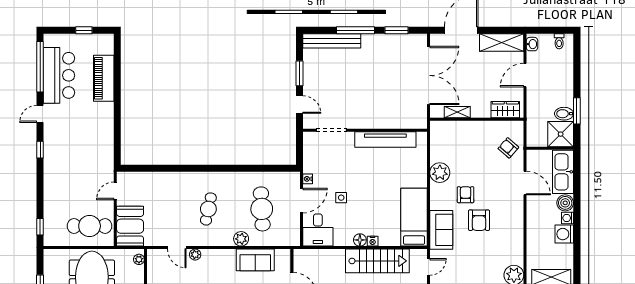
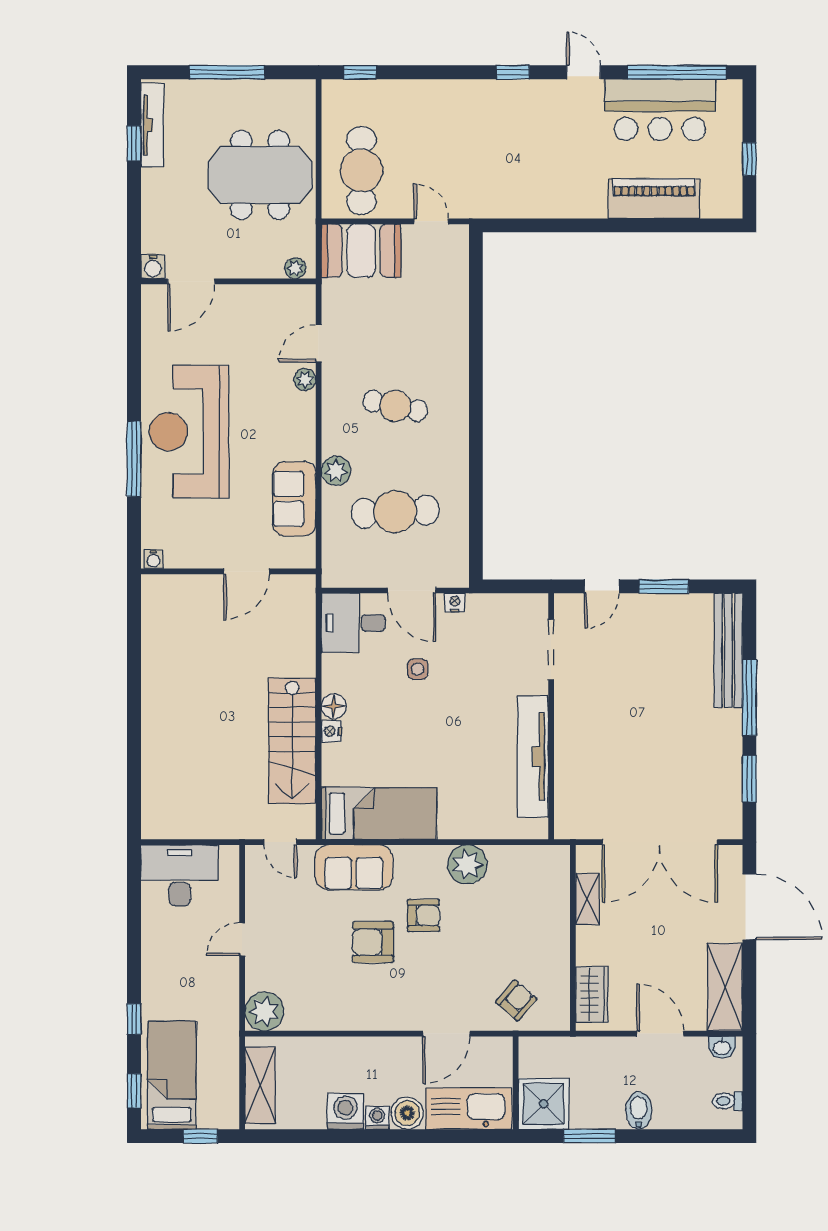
bidet: (564, 114) -> (639, 1111), moved

